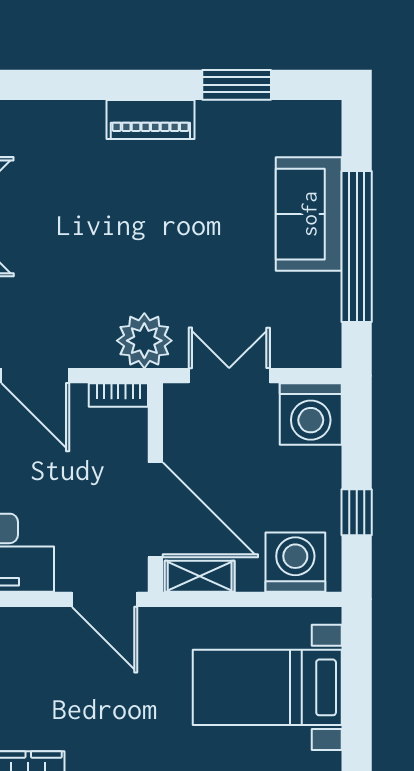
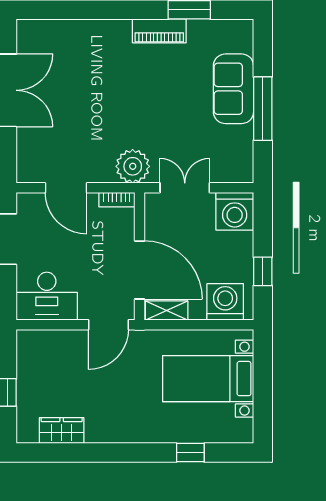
piano: (150, 119) -> (159, 31), moved
window: (357, 246) -> (263, 109), width x0.68
door: (105, 599) -> (108, 325), hinge flipped

